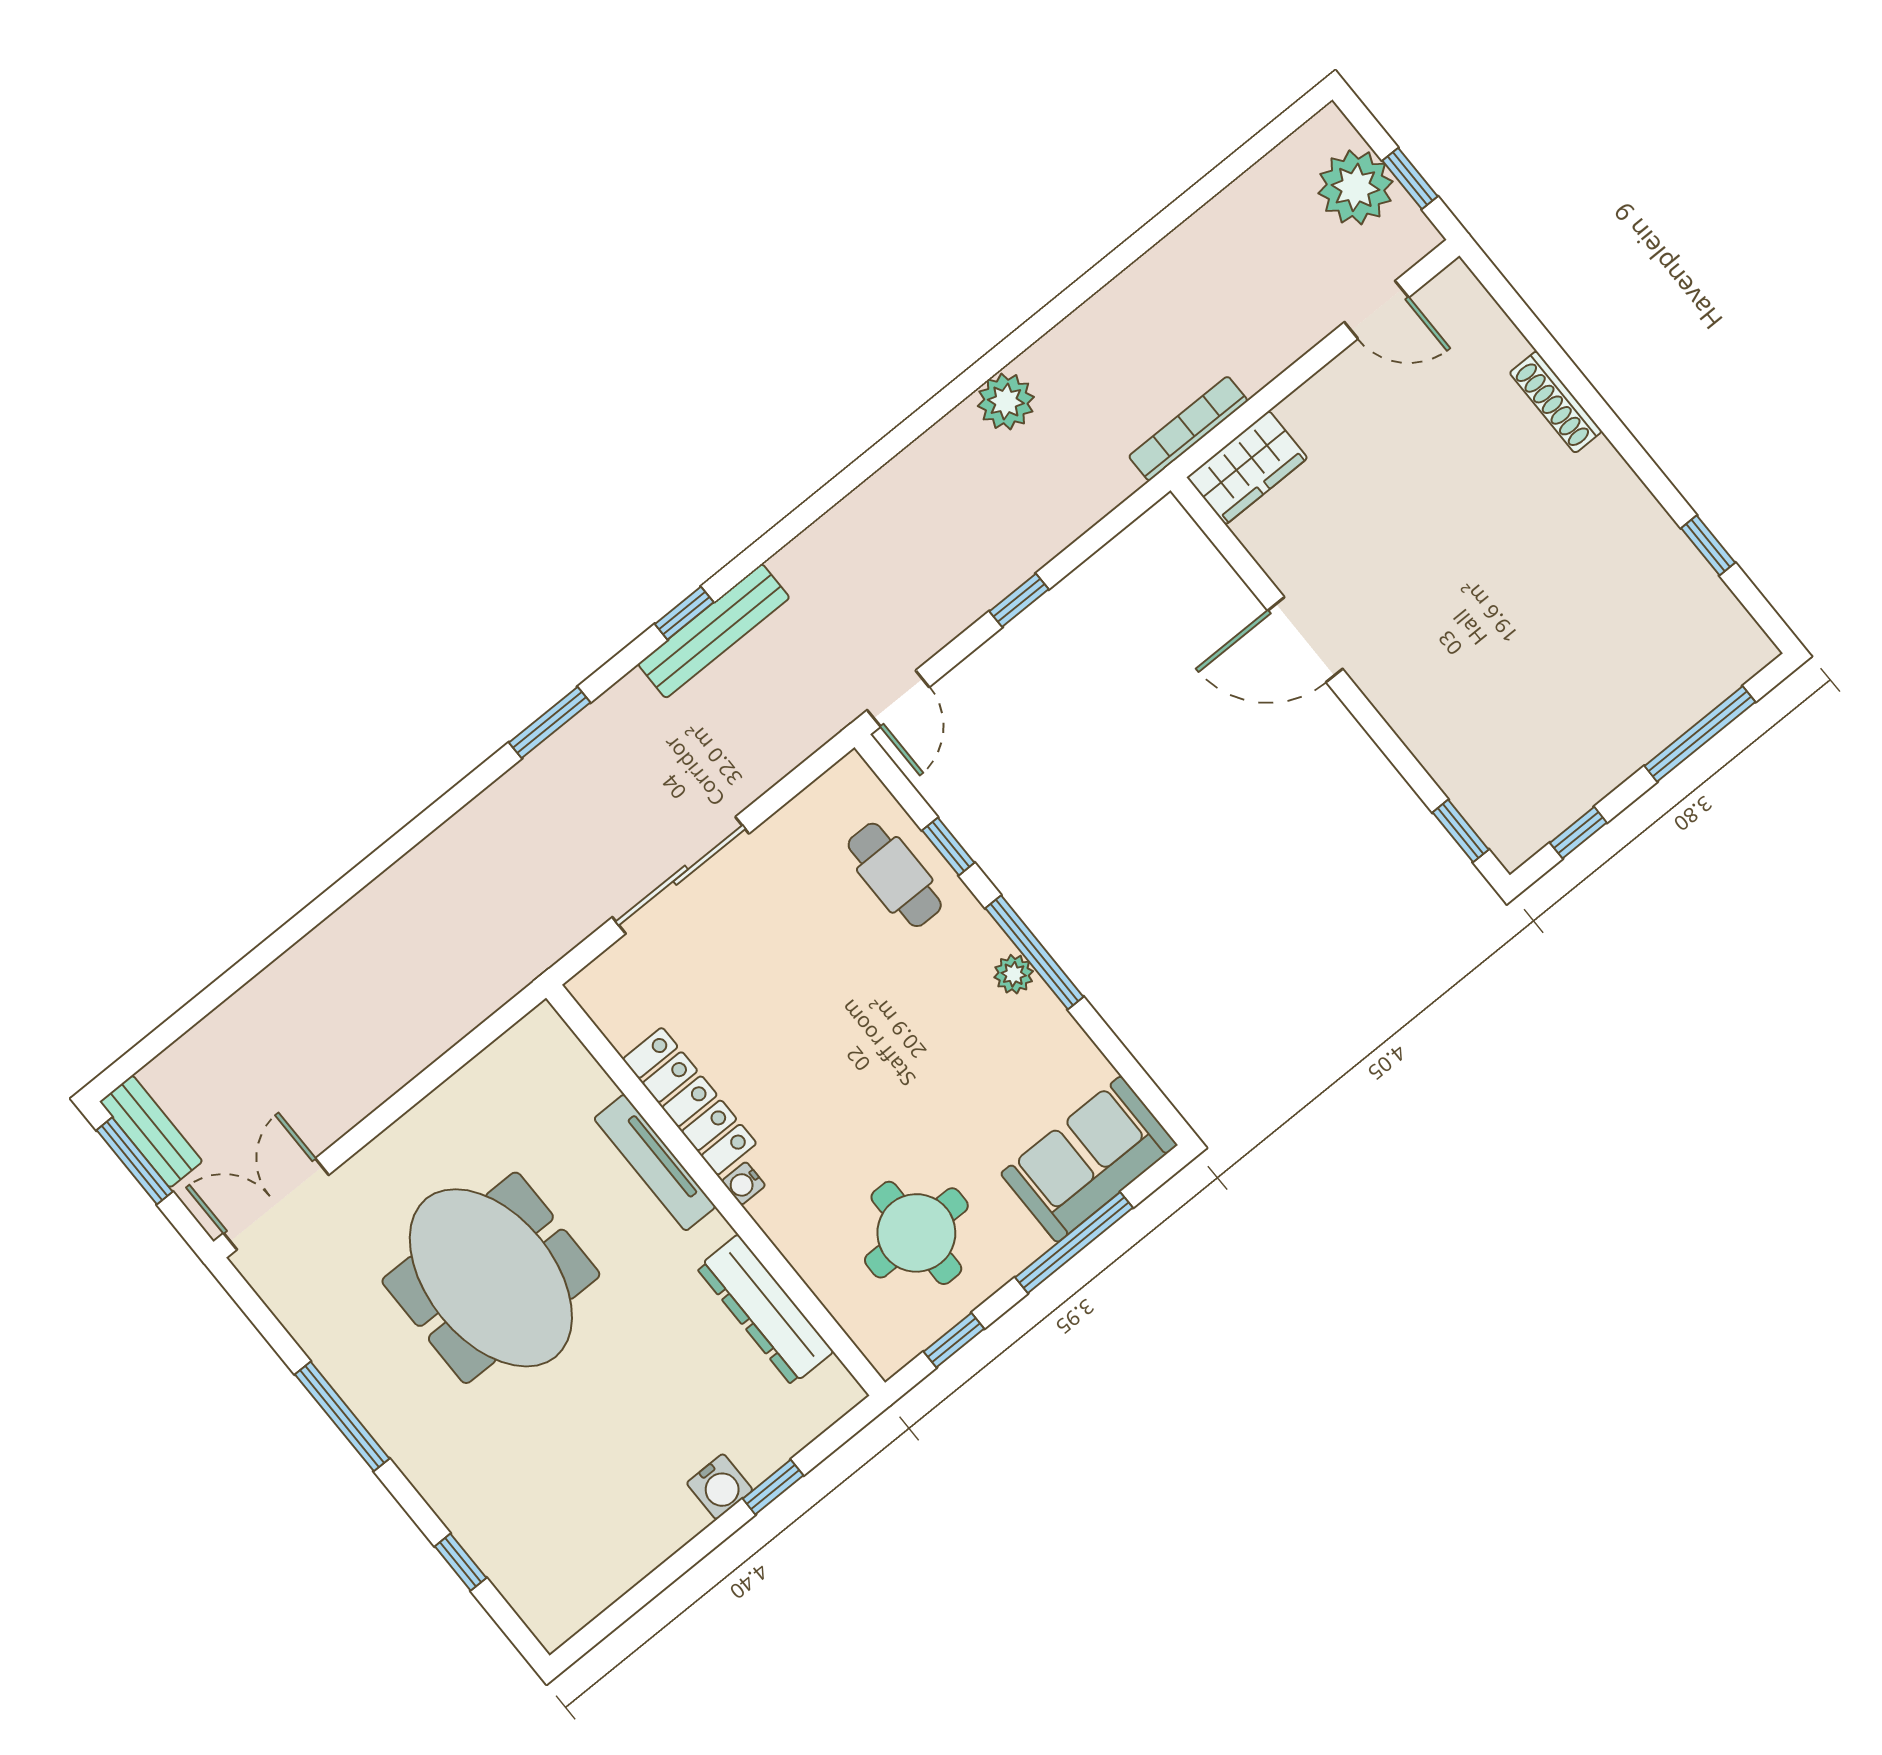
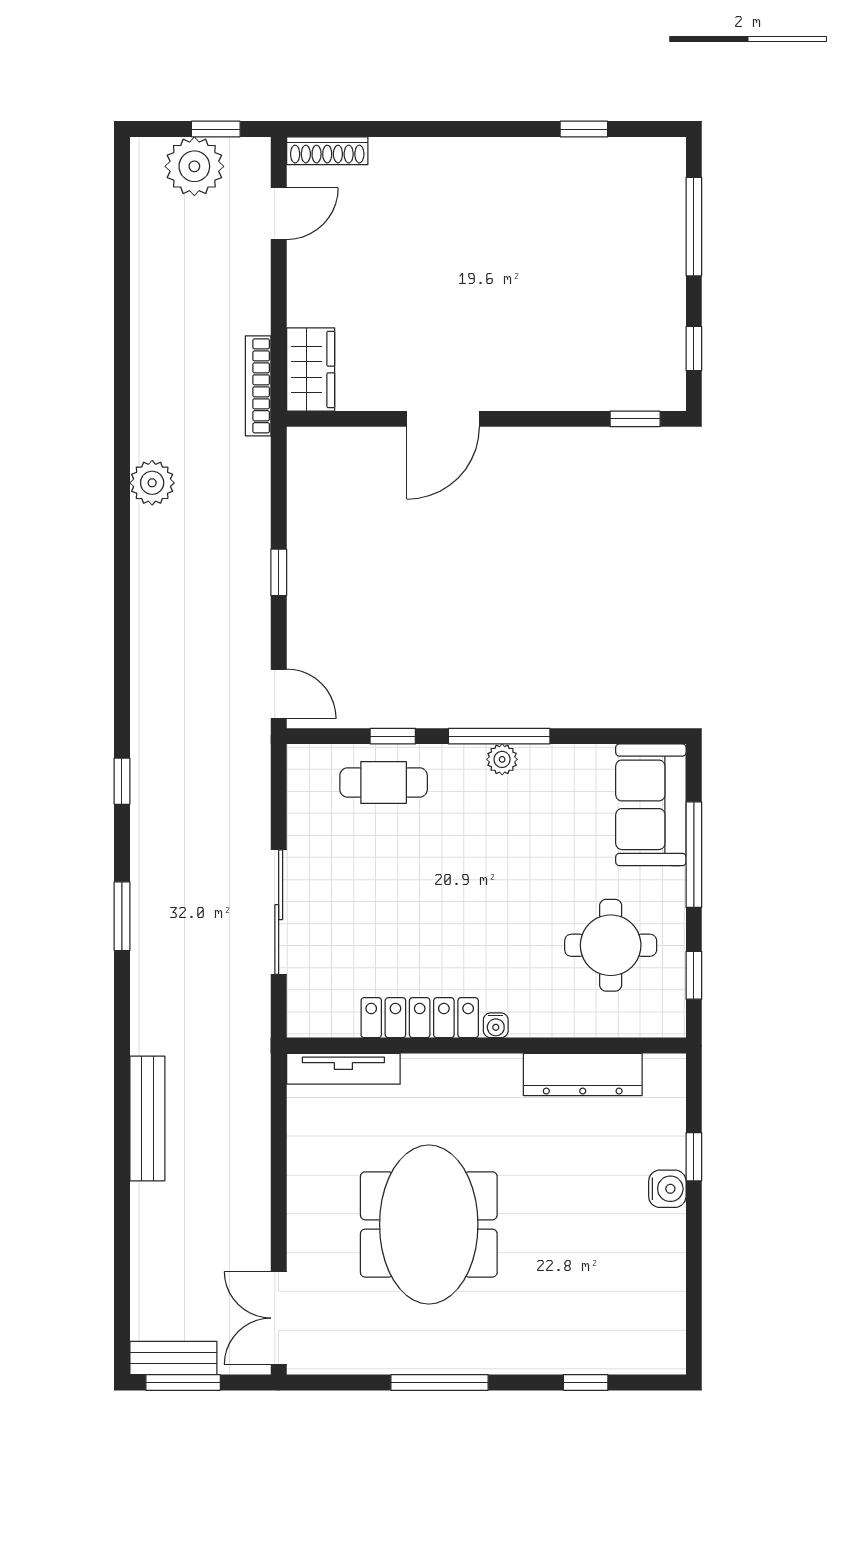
shoe rack: (1556, 402) -> (327, 151), moved
bench: (714, 631) -> (147, 1118), moved
tv unit: (655, 1163) -> (343, 1069), moved
meeting table: (491, 1278) -> (429, 1224), turned 90

